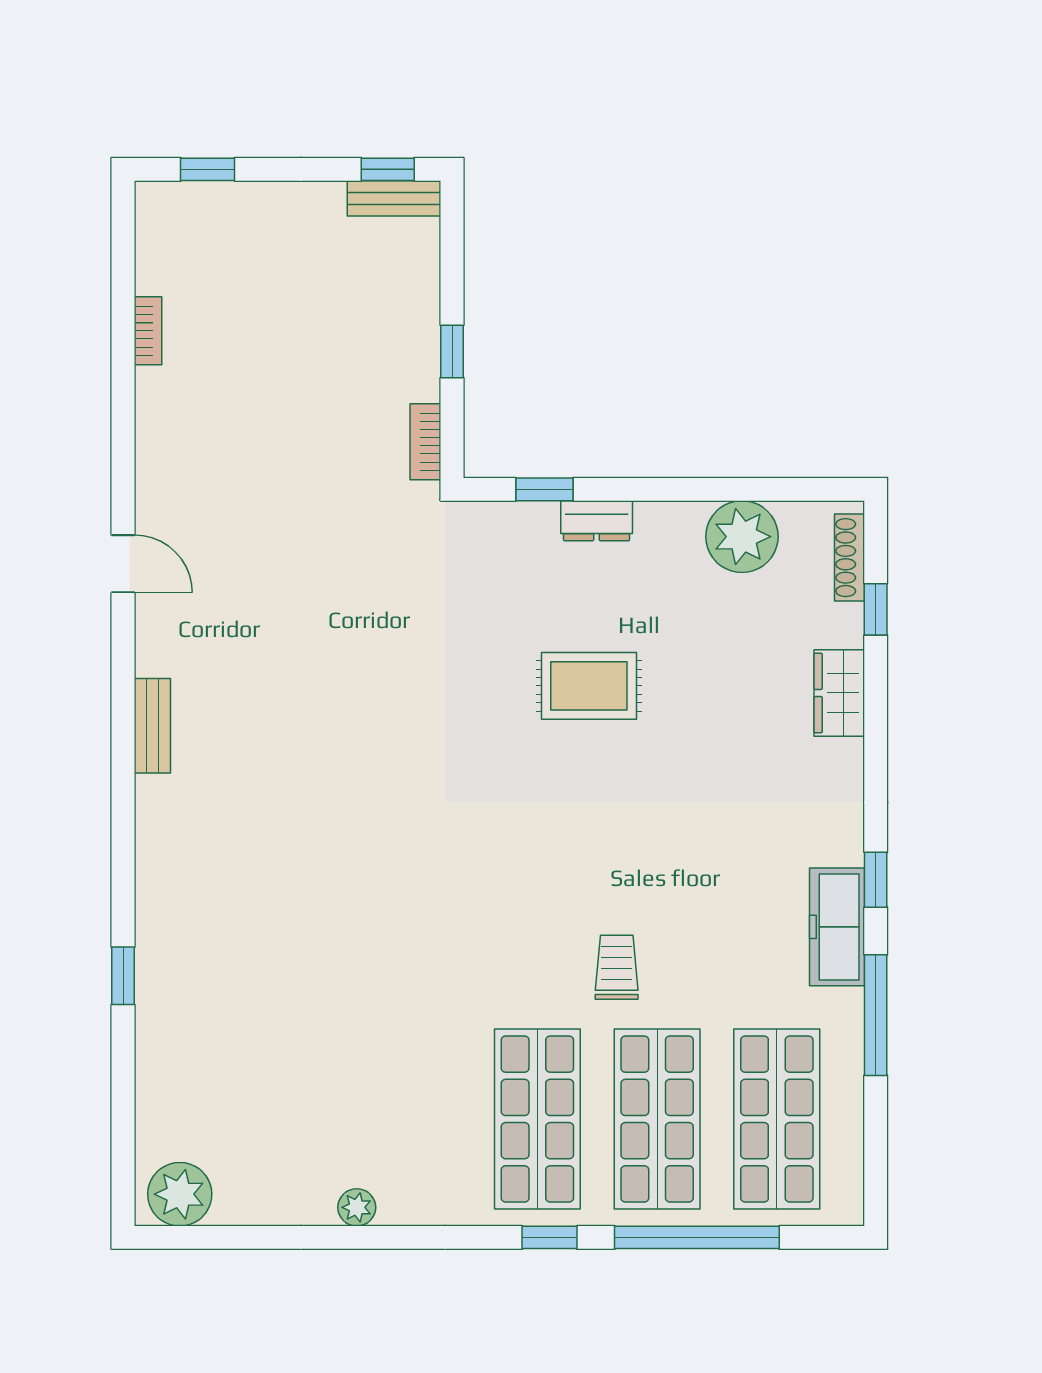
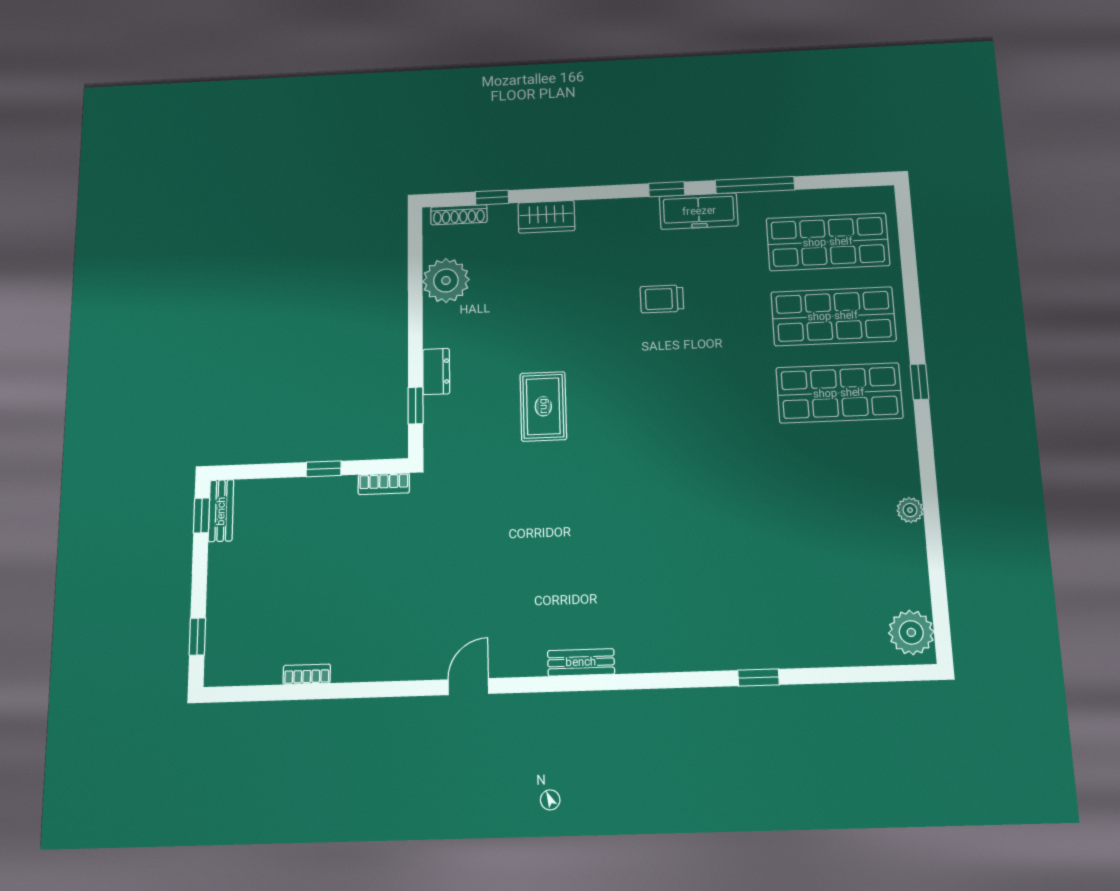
rug: (589, 686) -> (543, 406), moved
trolley: (617, 967) -> (662, 299), moved
window: (697, 1237) -> (911, 288), removed

